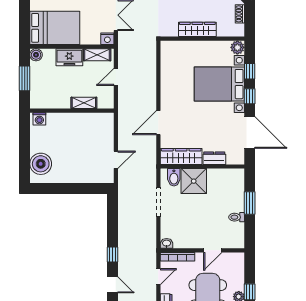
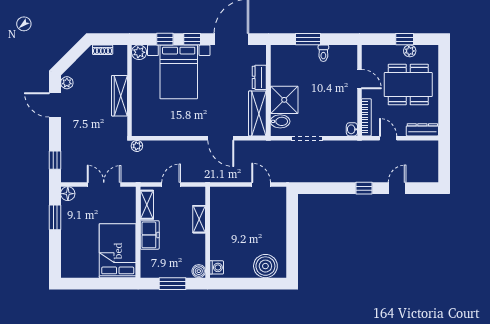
nightstand: (107, 39) -> (130, 194), removed
plant: (151, 46) -> (137, 146), added
boiler: (36, 55) -> (199, 271), moved
door: (116, 77) -> (171, 184), swing flipped

